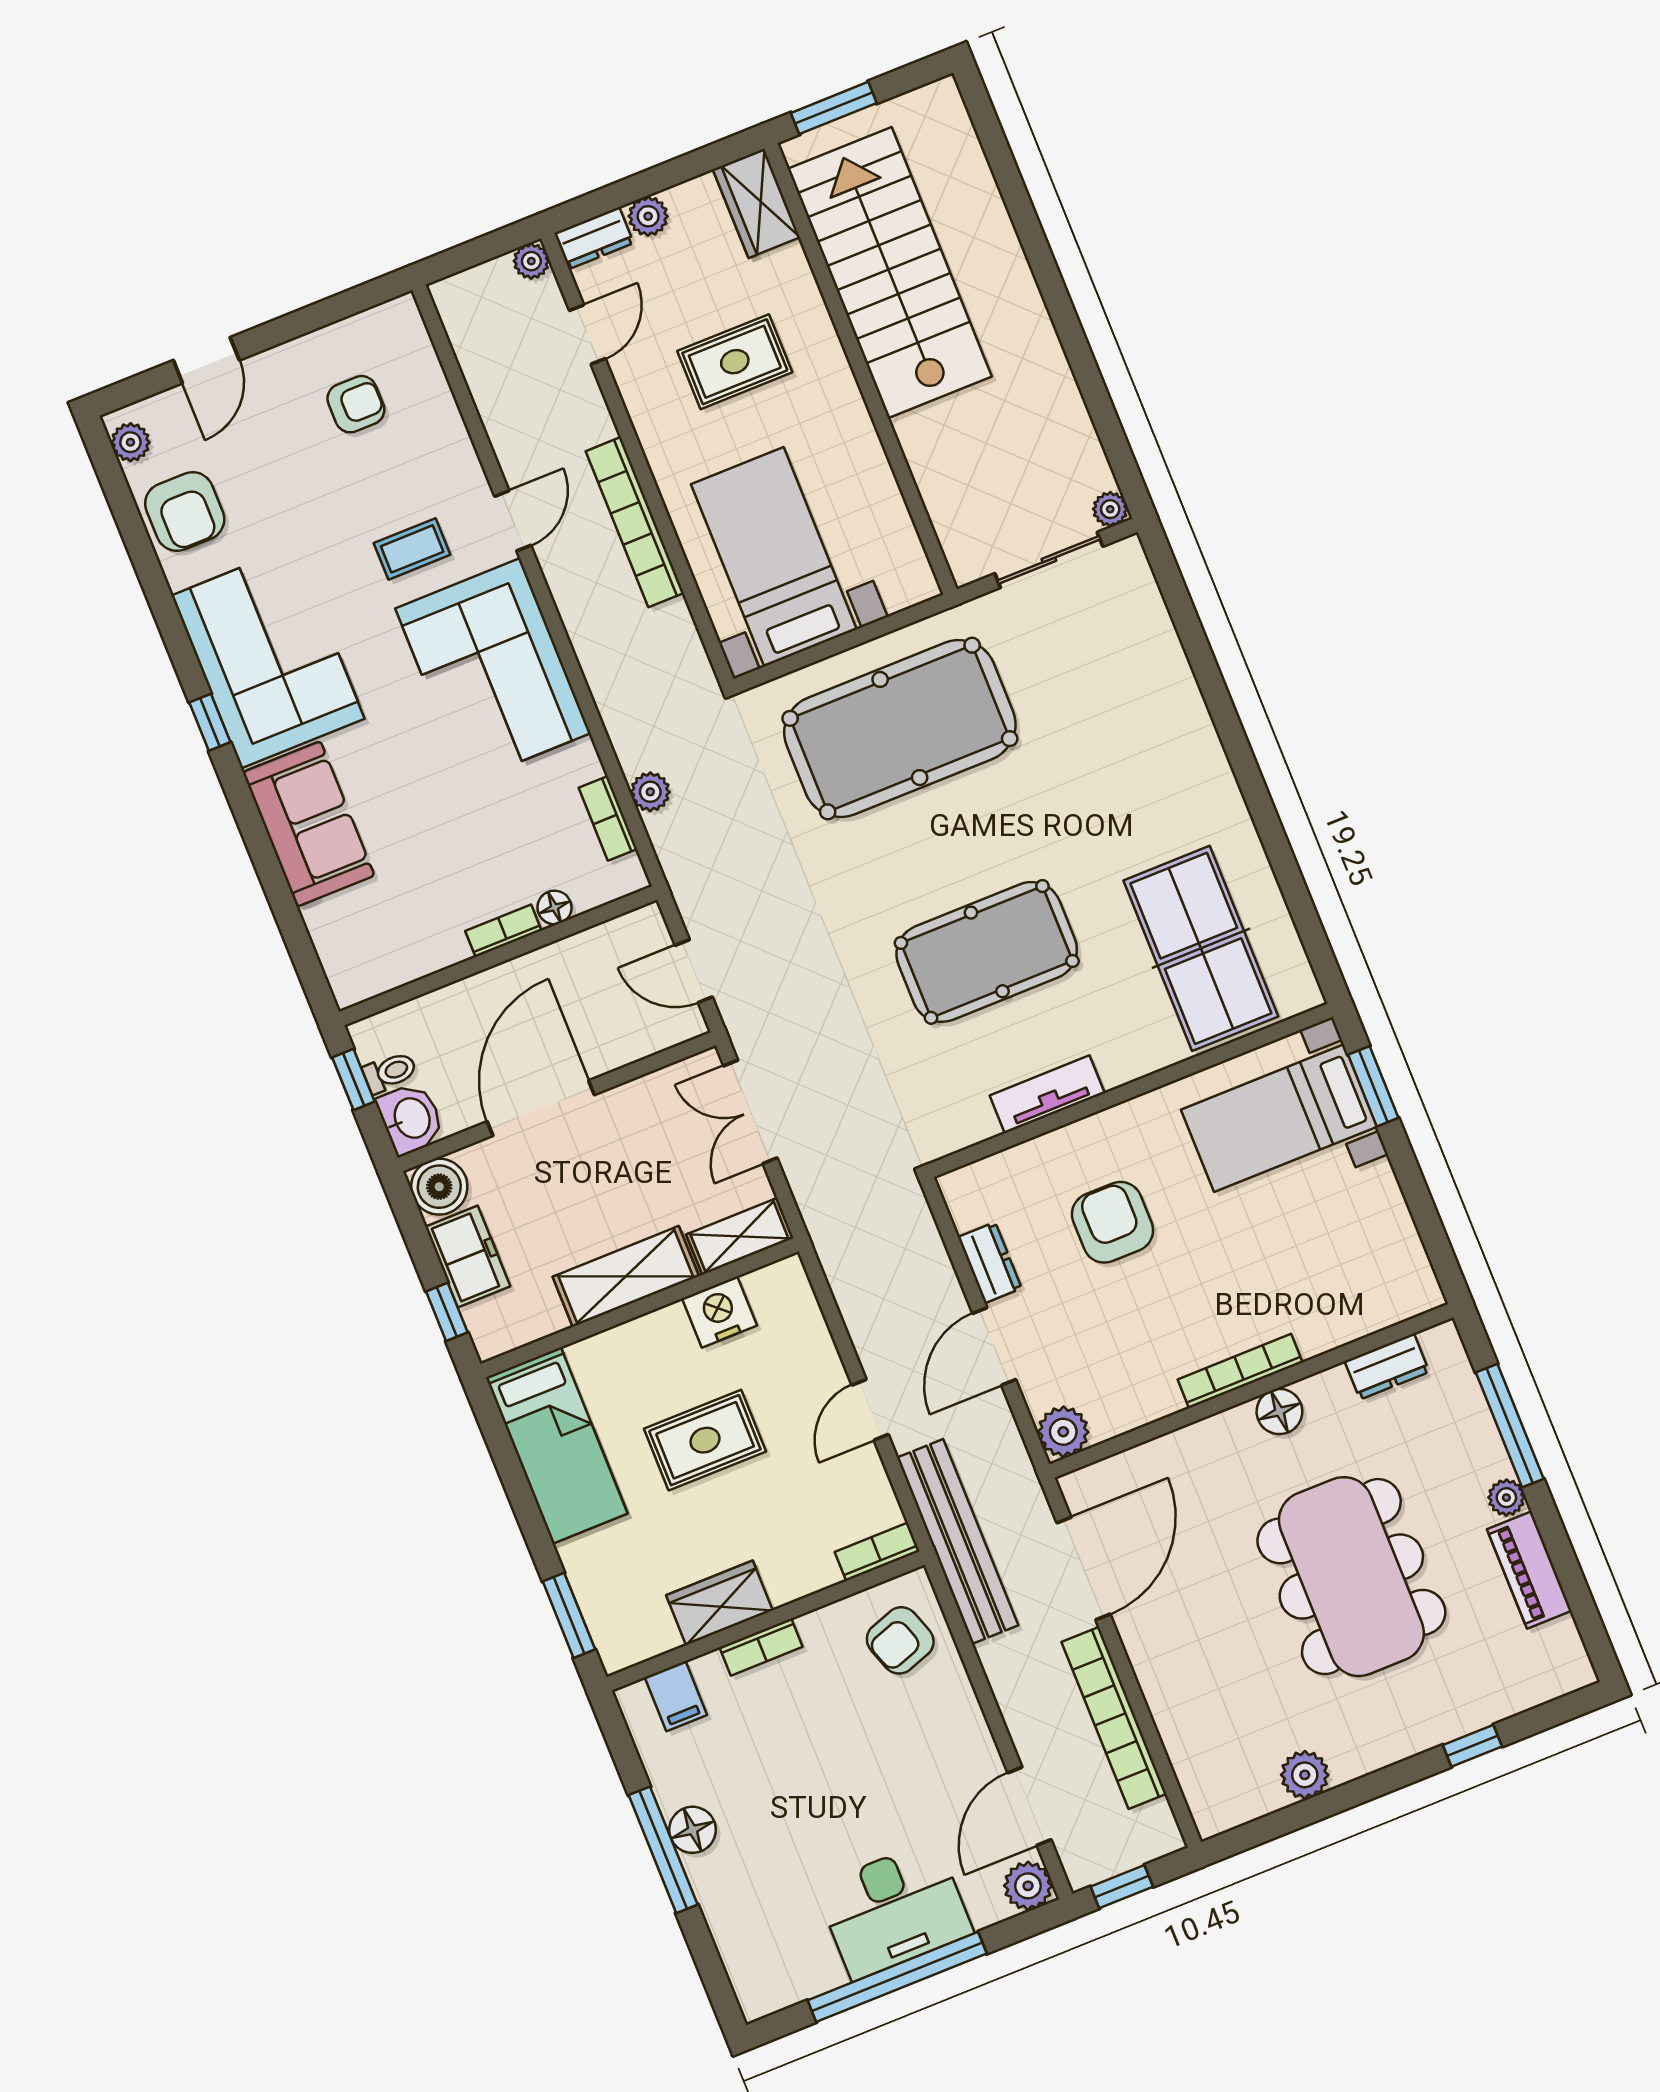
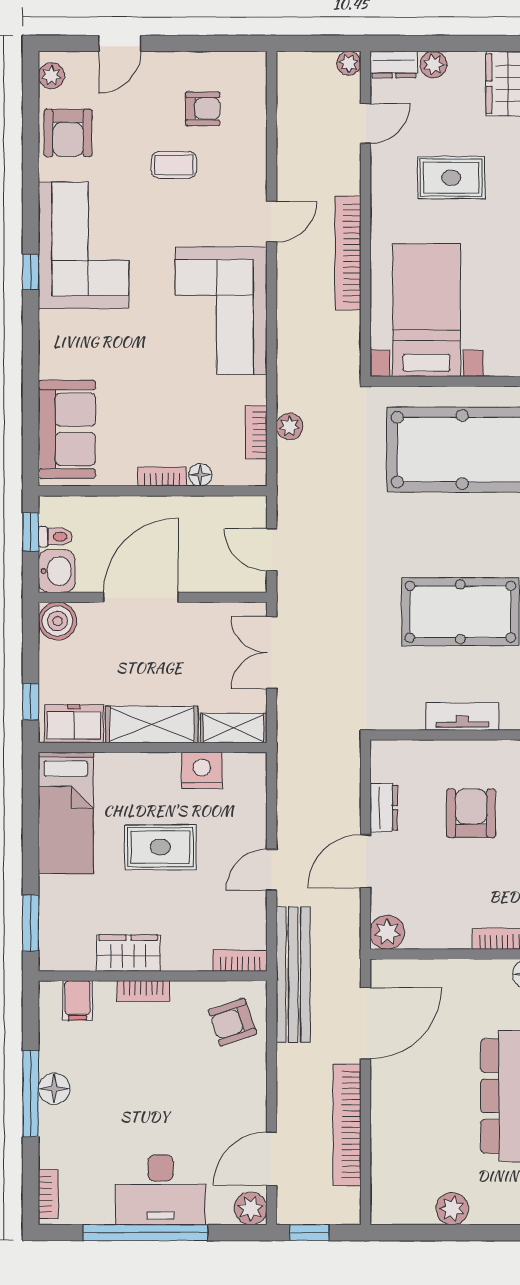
coffee table: (412, 549) -> (174, 165), moved
sofa: (309, 824) -> (67, 429), moved
freezer: (468, 1257) -> (74, 724), moved, turned -90
bookcase: (743, 1978) -> (48, 1194), added

